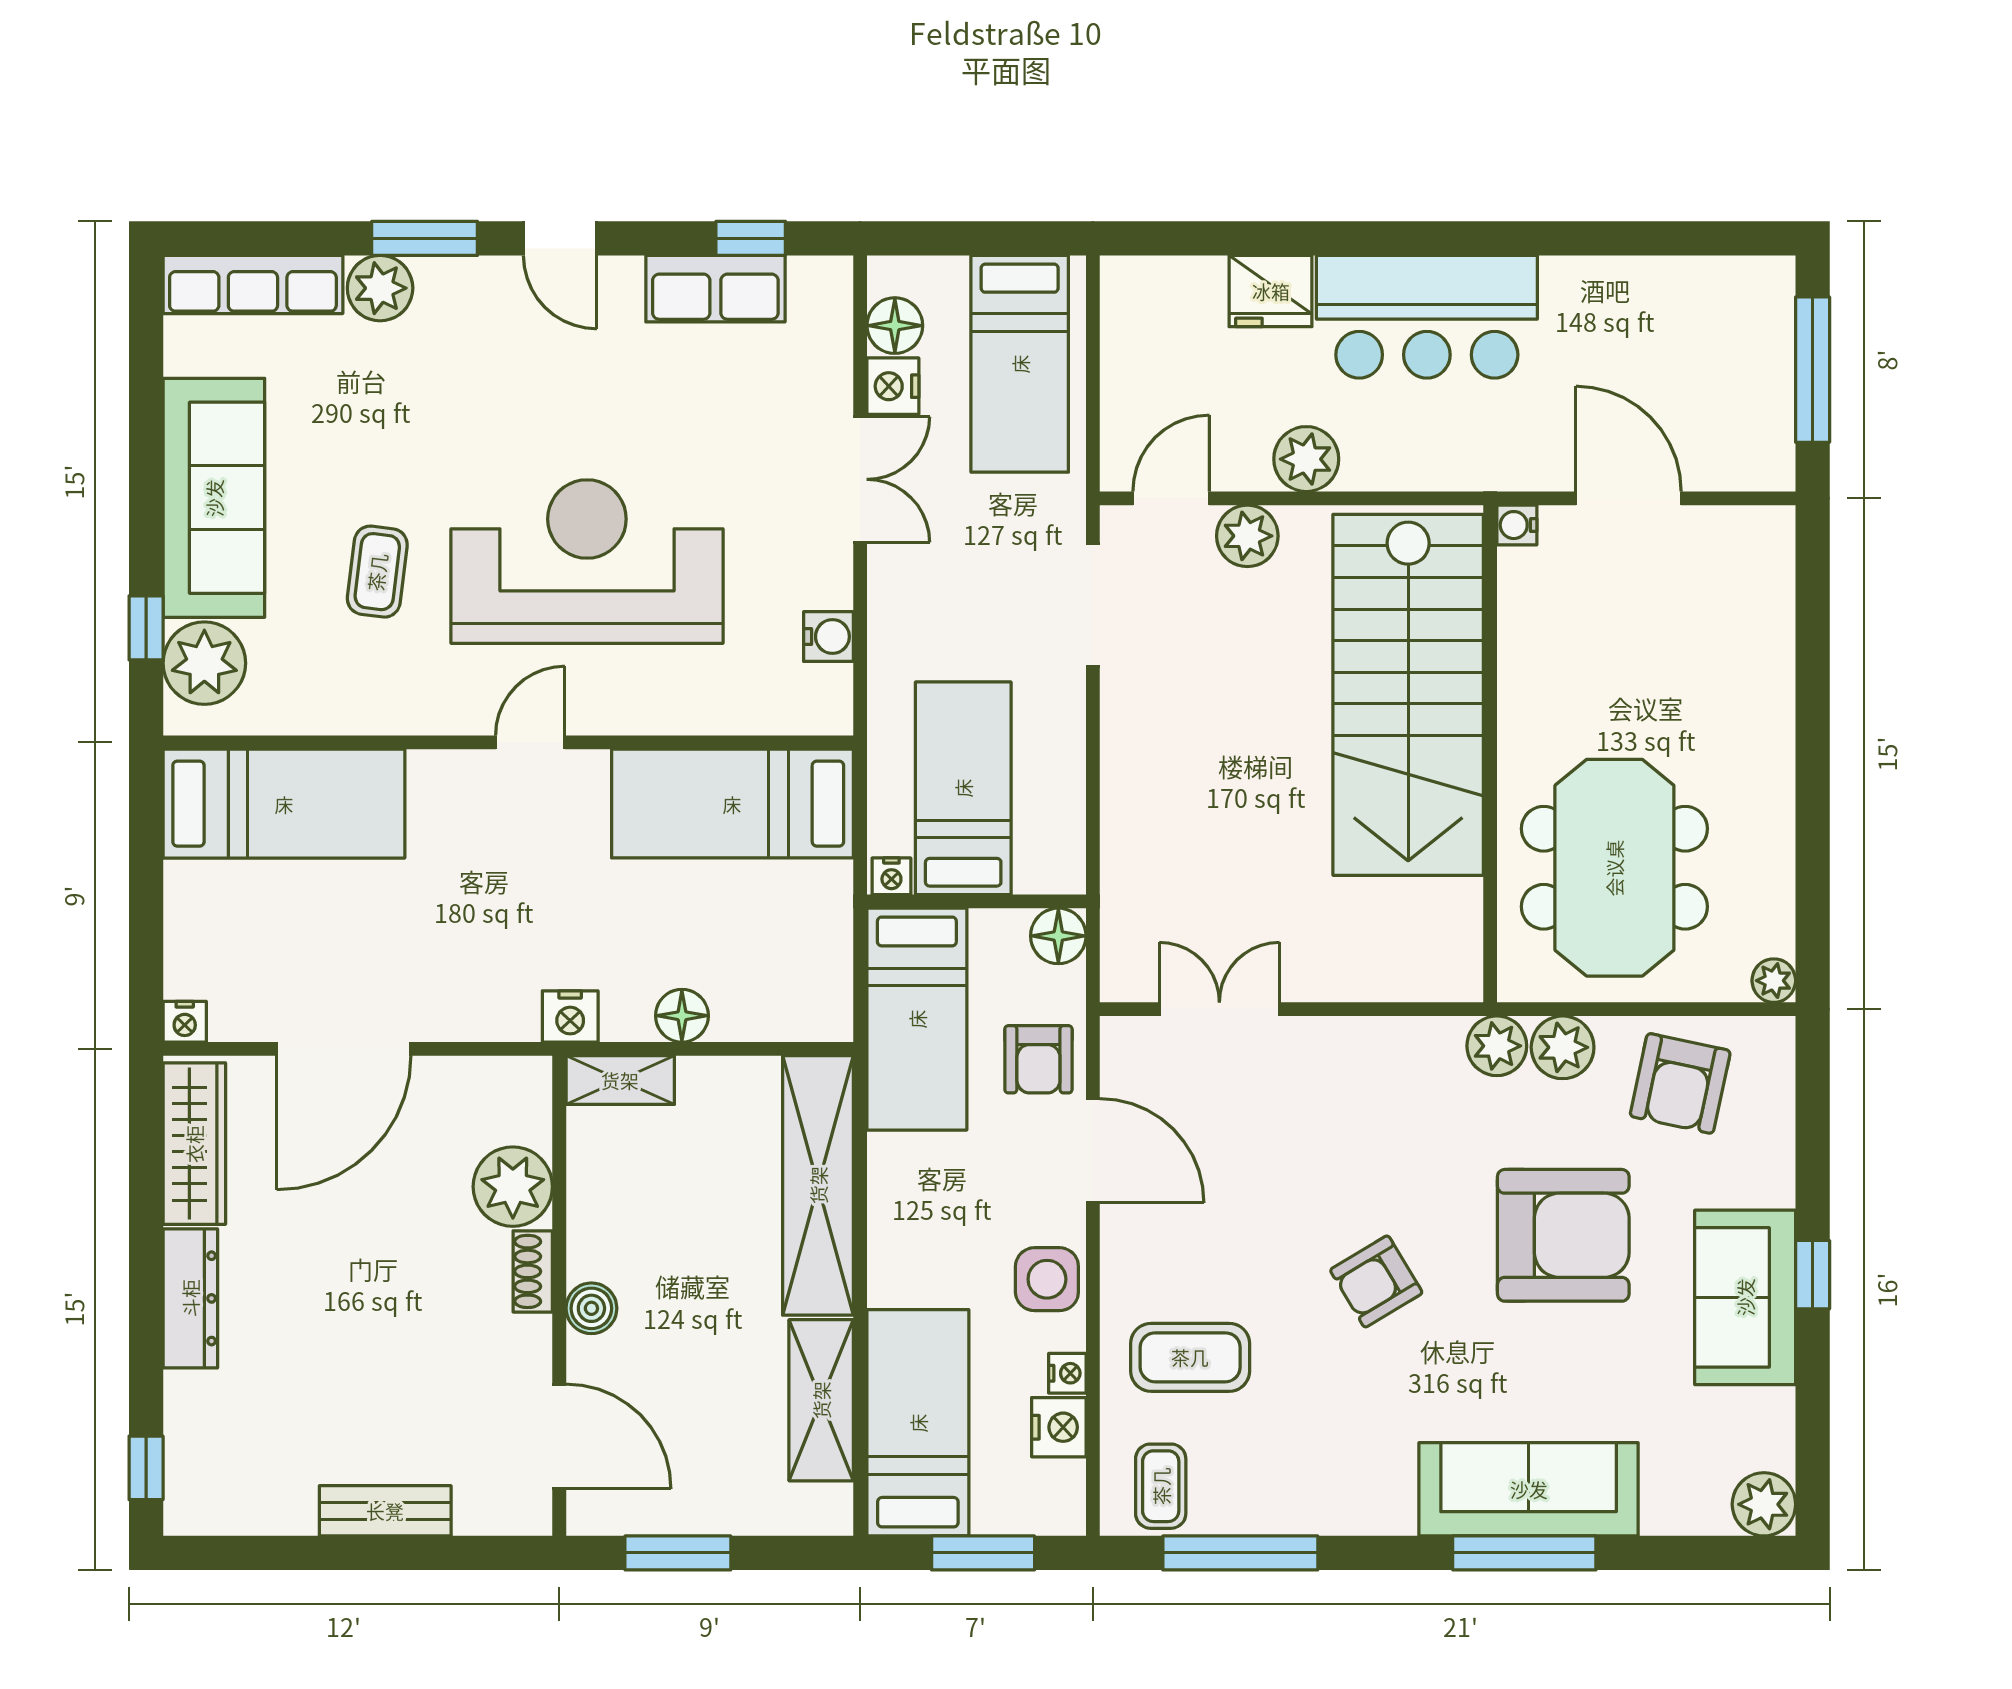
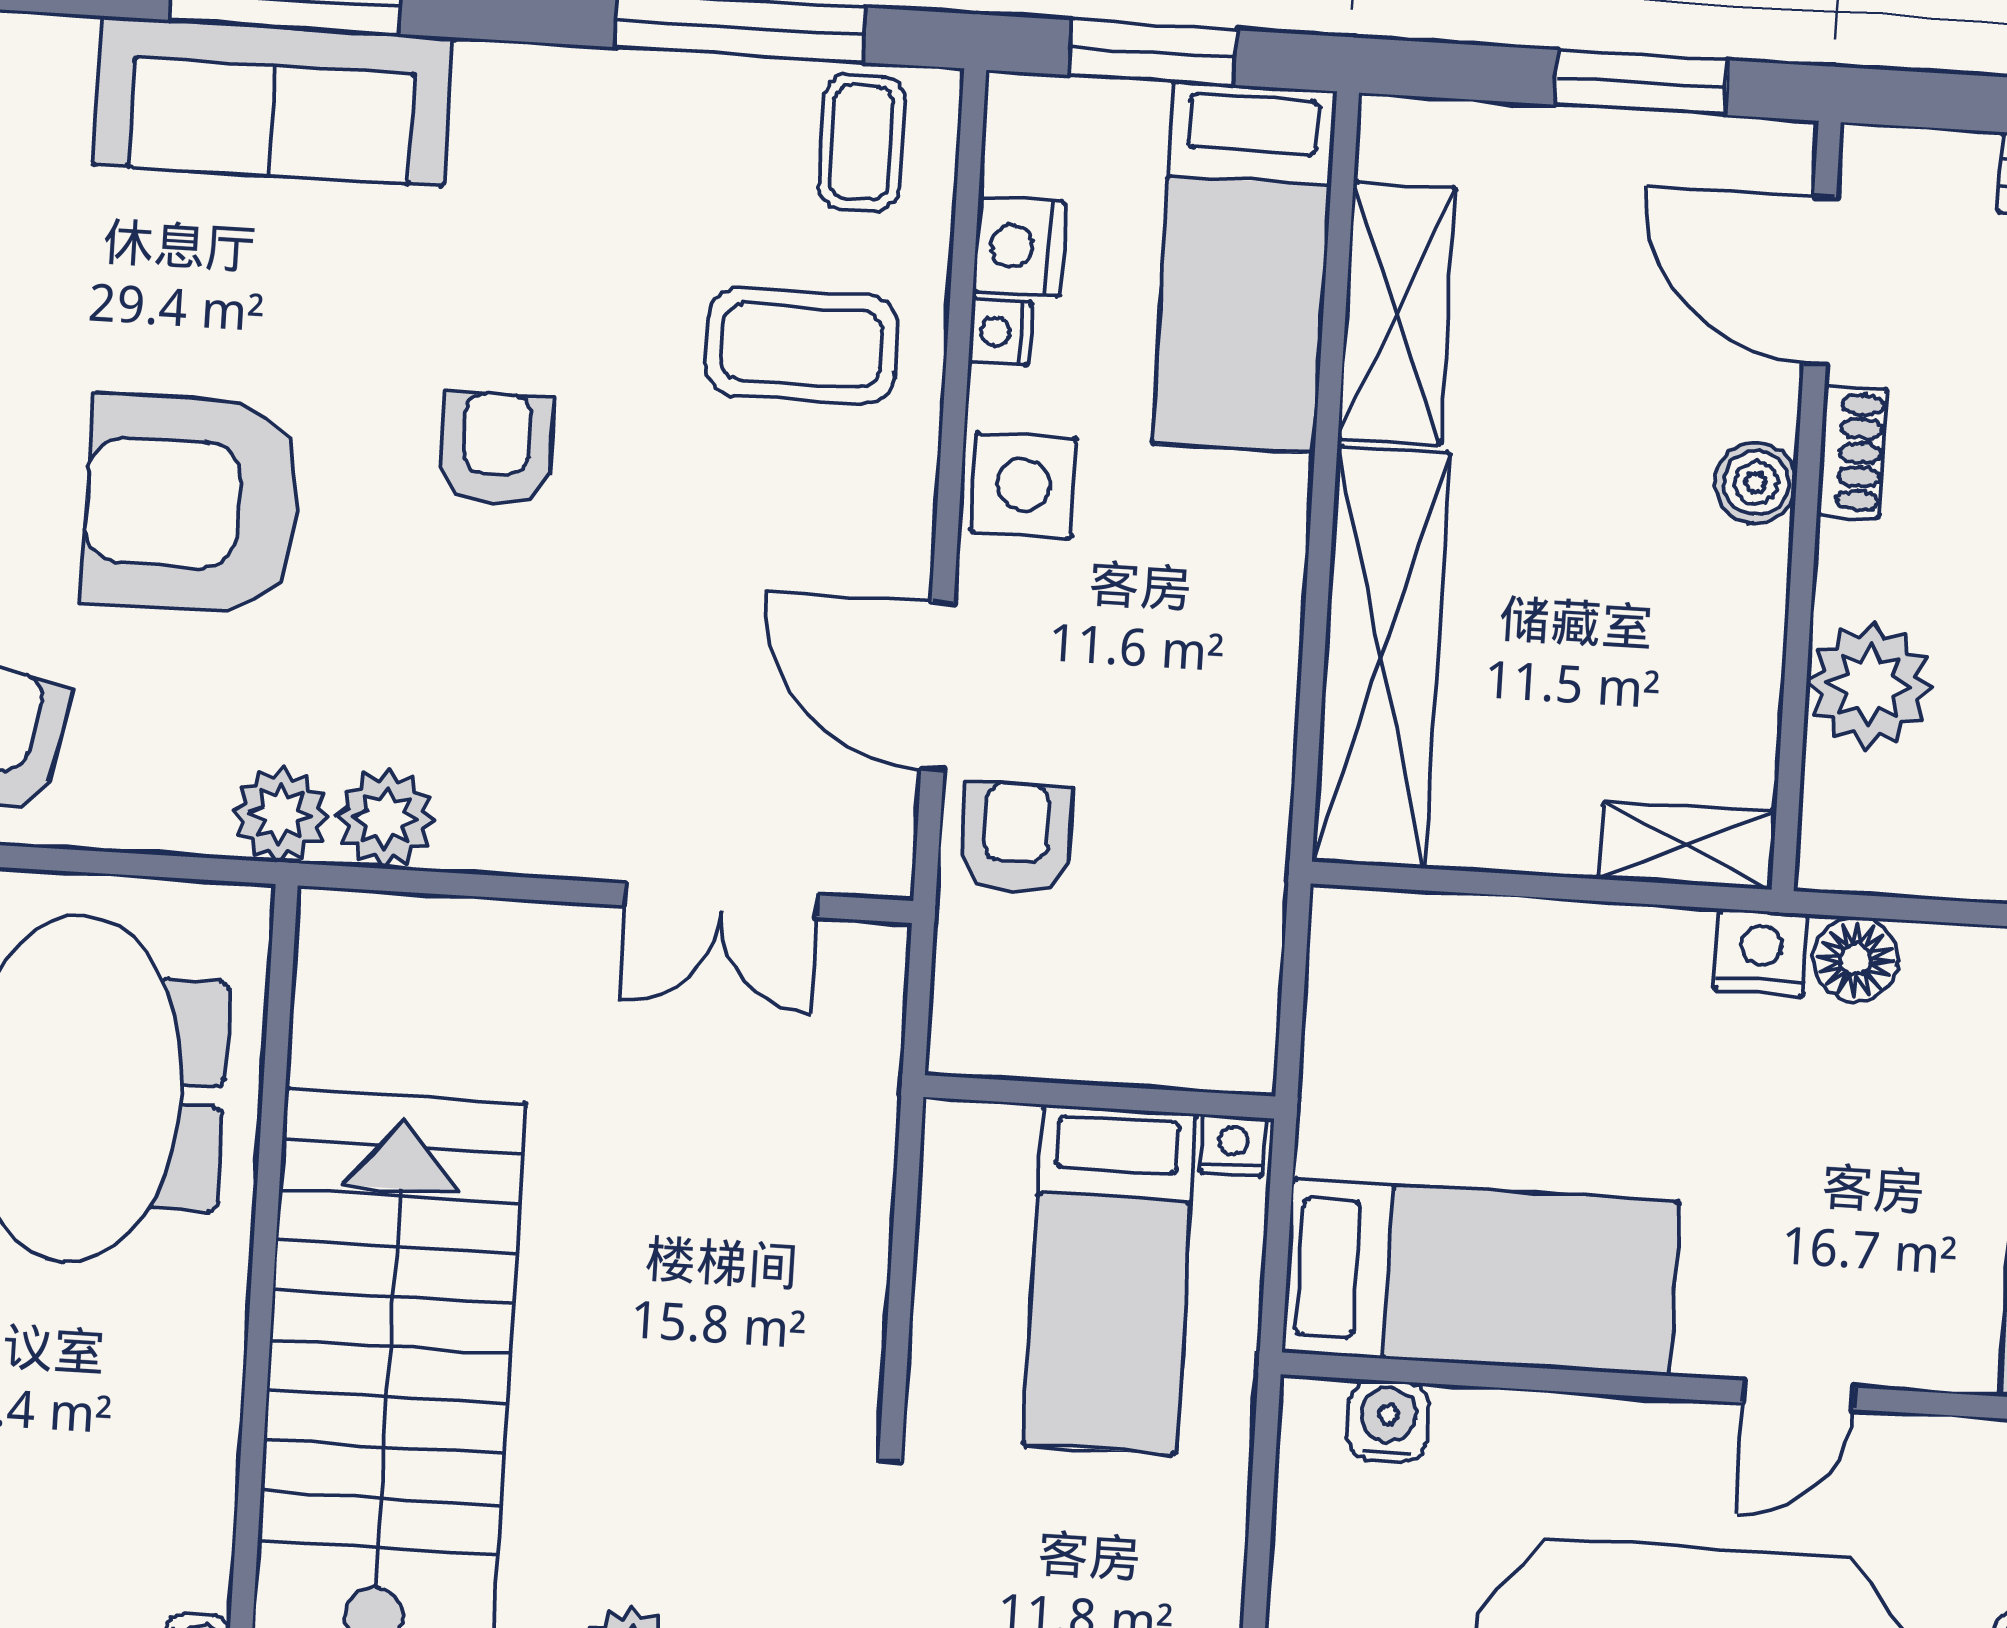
water cooler: (828, 637) -> (1388, 1421), moved, turned 90
floor lamp: (1058, 936) -> (972, 1033), removed
floor lamp: (682, 1016) -> (1856, 959), moved
bed: (917, 1019) -> (1206, 914), removed
plant: (1563, 1047) -> (386, 818), moved
shoe rack: (533, 1271) -> (1852, 452), moved
armchair: (1376, 1281) -> (496, 449), turned -59

